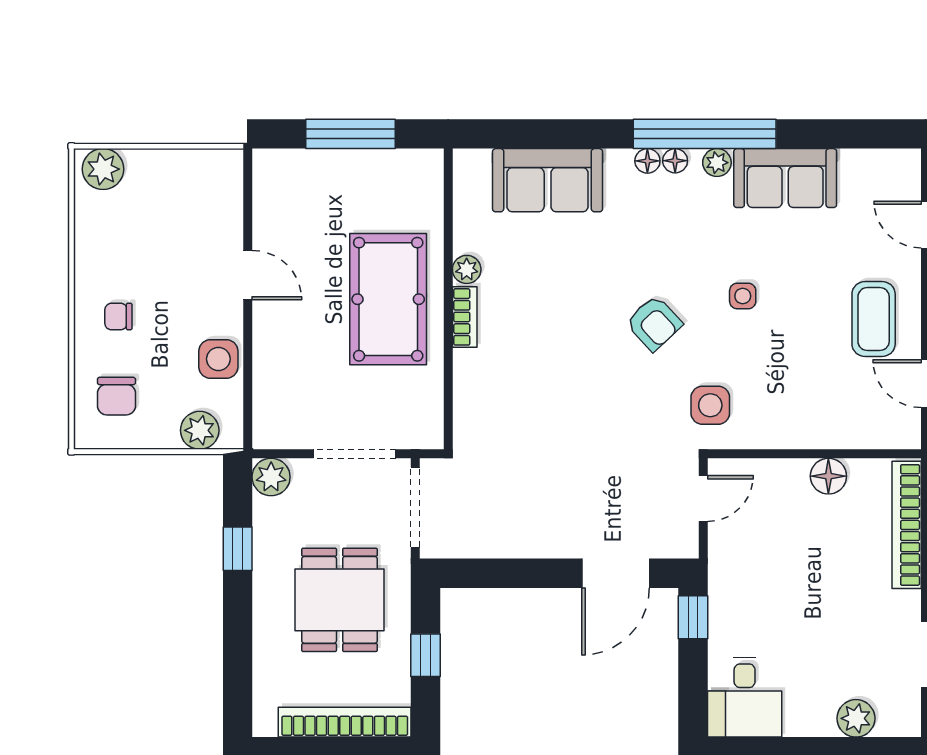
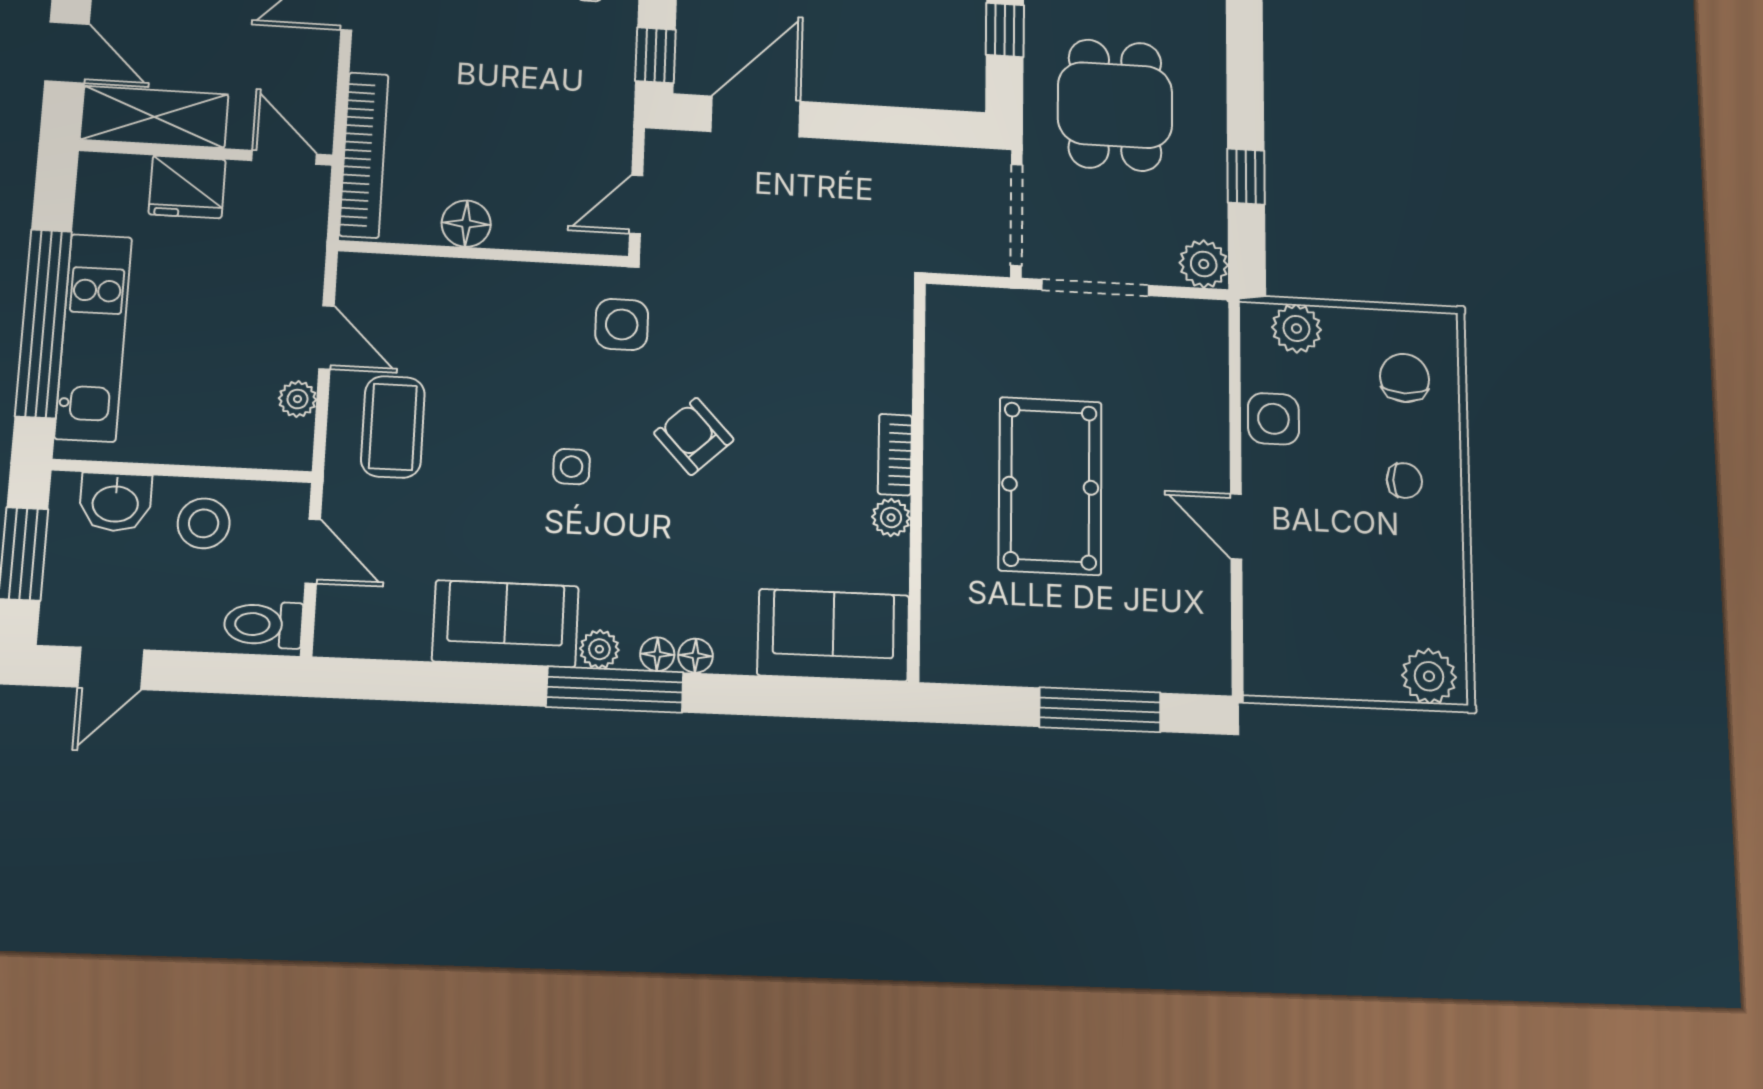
window: (705, 134) -> (615, 690), width x0.68
plant: (467, 269) -> (891, 518), moved
wall: (448, 299) -> (917, 480), moved
bookcase: (465, 317) -> (895, 455), moved

